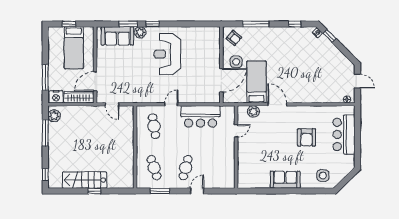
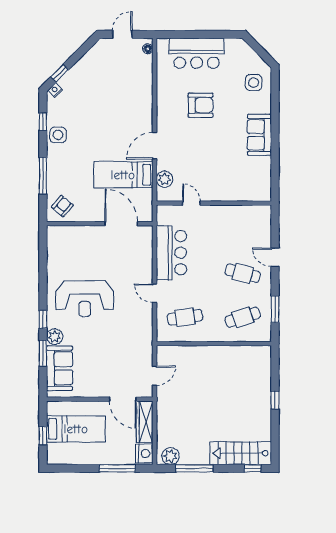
side table: (236, 62) -> (58, 135), moved
stairs: (85, 180) -> (241, 453), moved, turned 90

